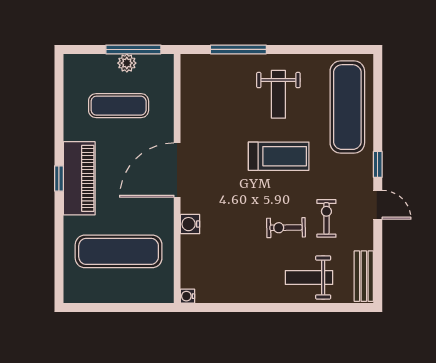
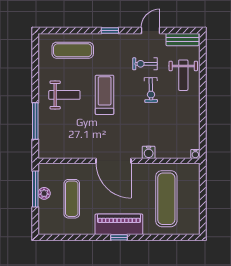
exercise mat: (347, 107) -> (73, 50), width x0.73, depth x0.69
door: (378, 205) -> (151, 30), moved

